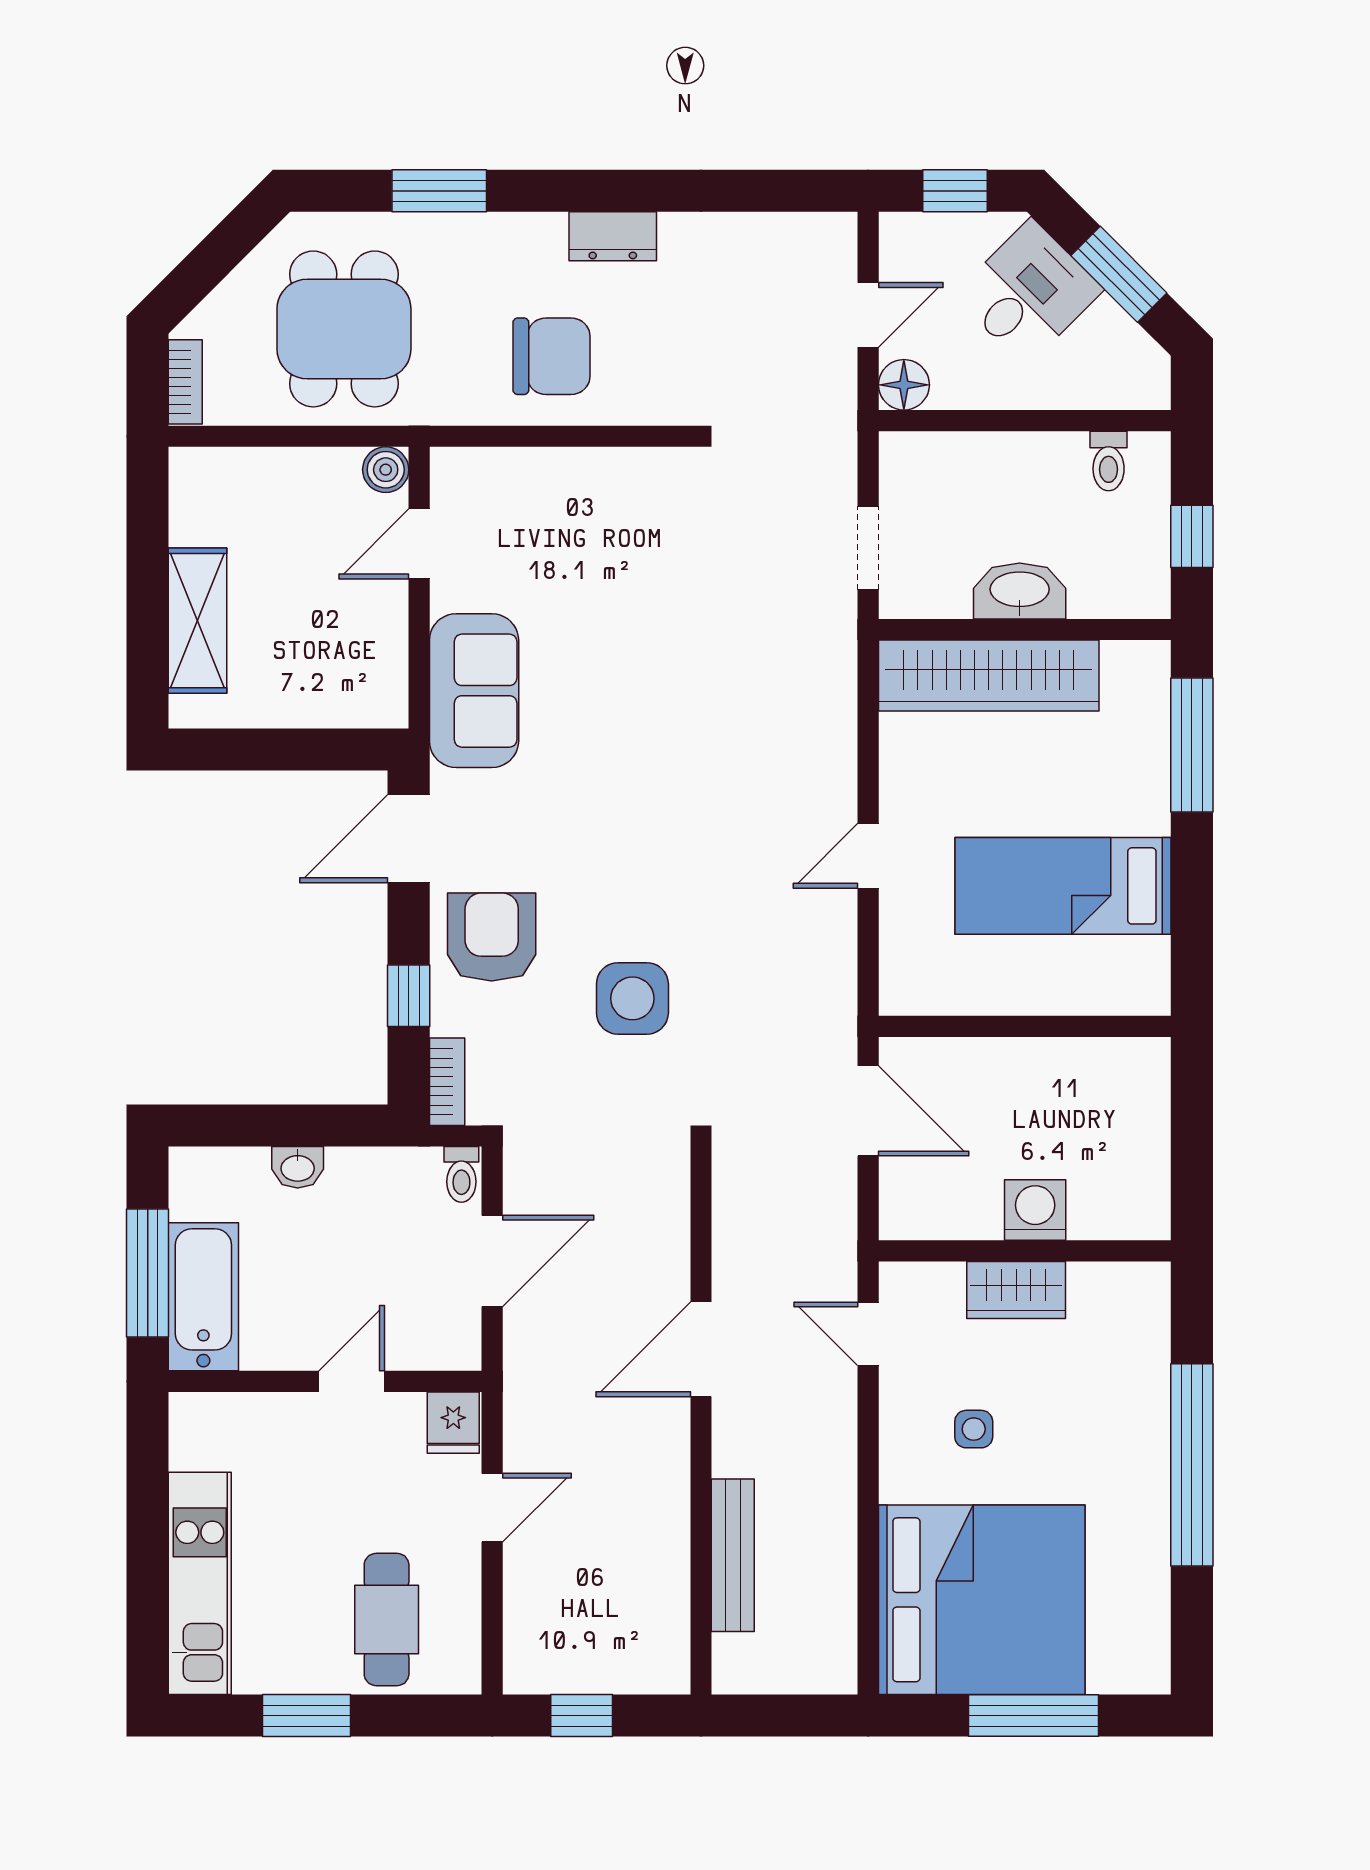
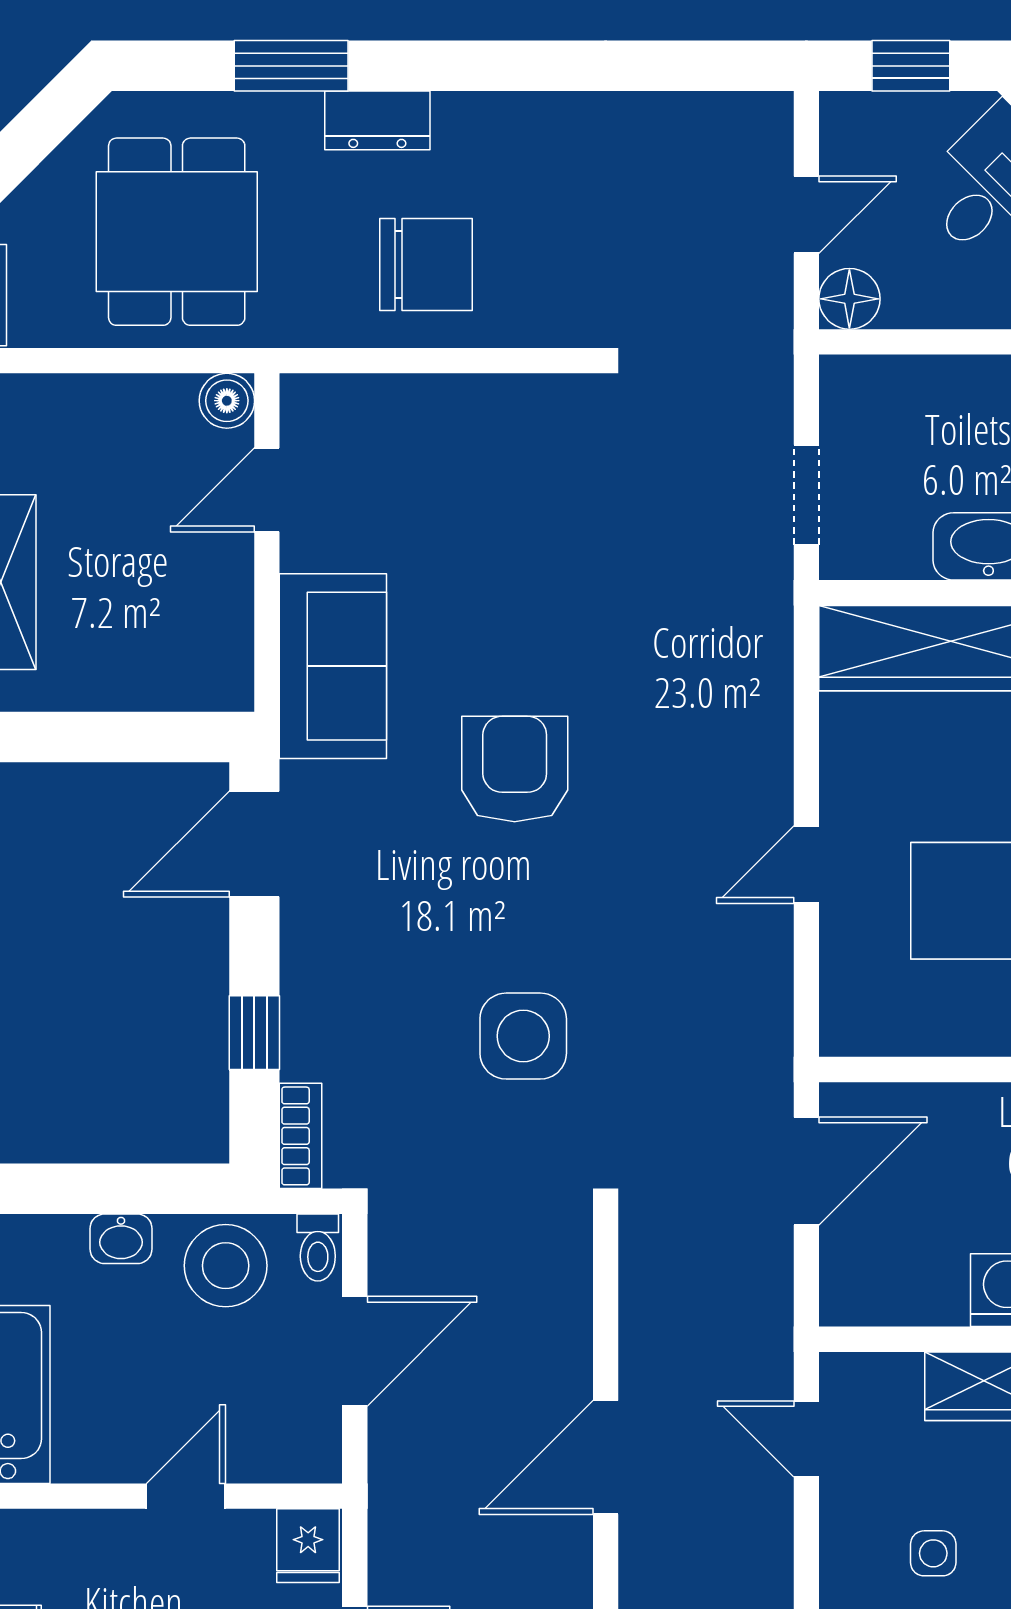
dresser: (613, 236) -> (377, 120), moved
armchair: (492, 937) -> (515, 769), moved
door: (868, 1111) -> (806, 1171), hinge flipped
stool: (385, 1190) -> (226, 1266), added

